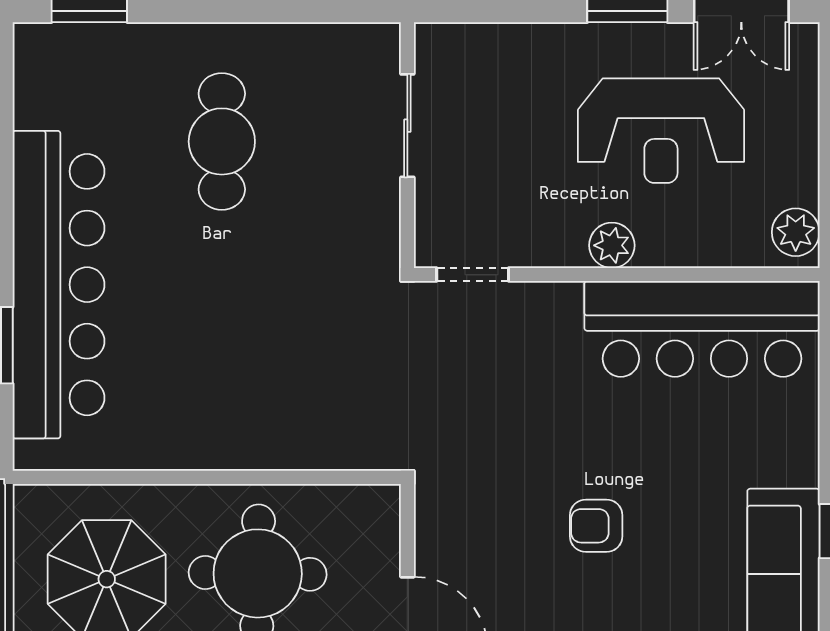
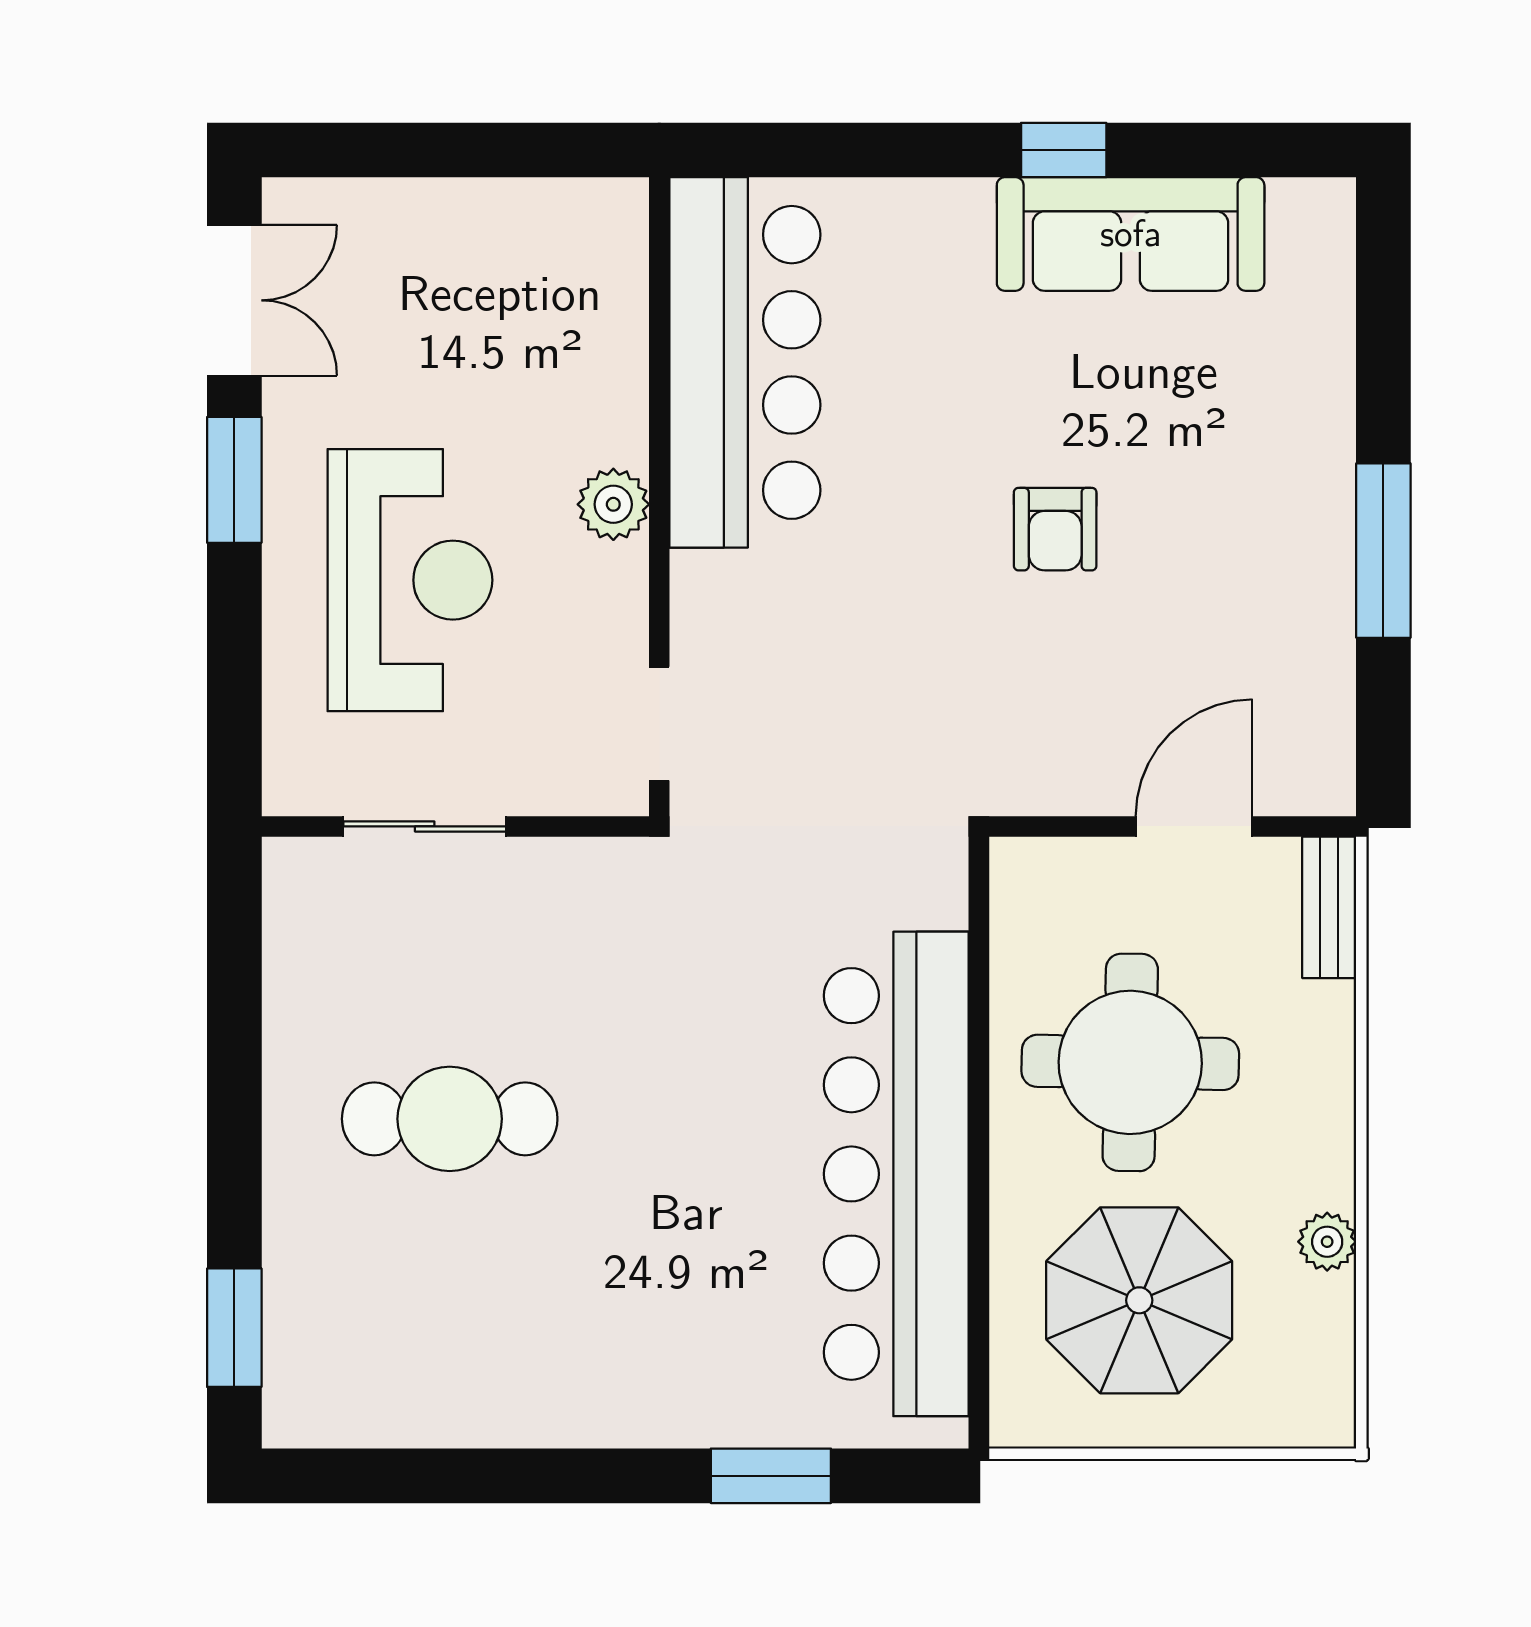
reception desk: (661, 131) -> (410, 580), moved
plant: (796, 232) -> (593, 215), removed
bar counter: (59, 285) -> (896, 1174), moved, turned -90

